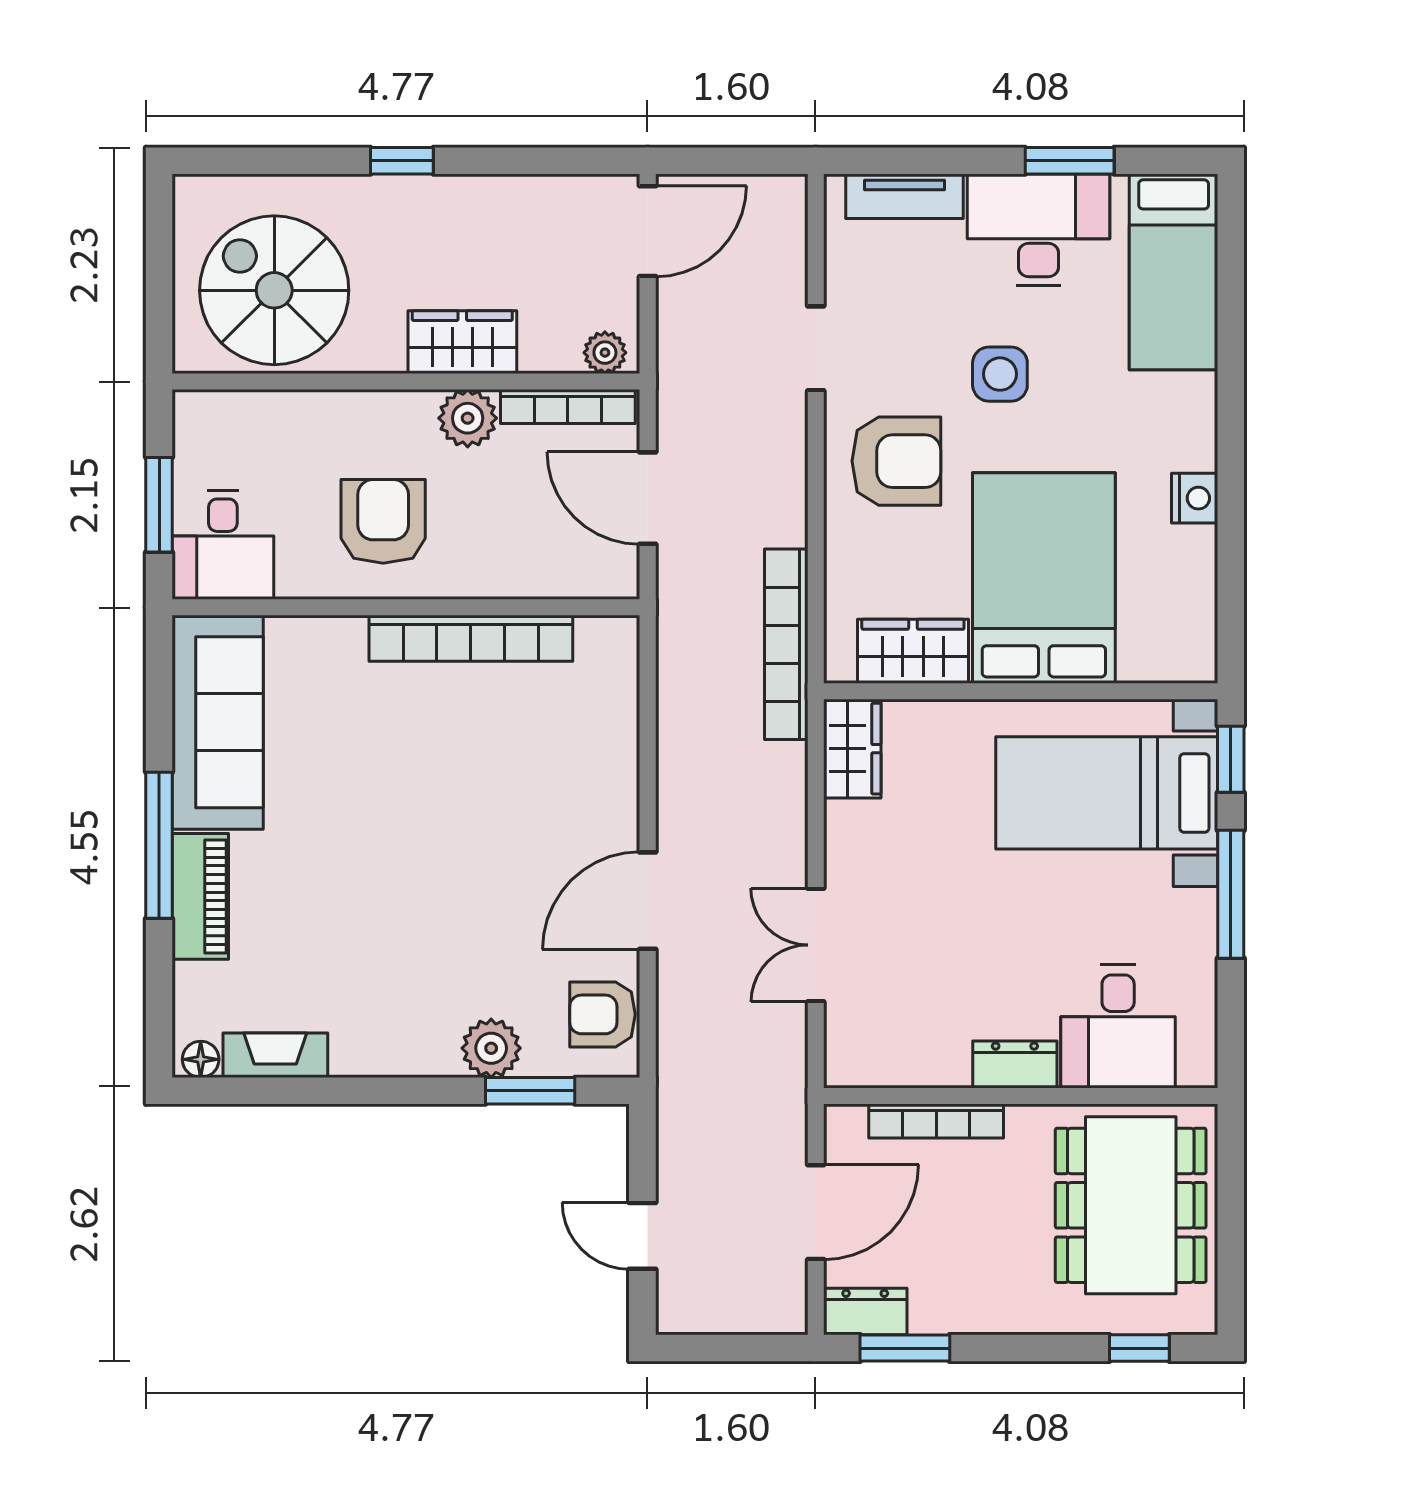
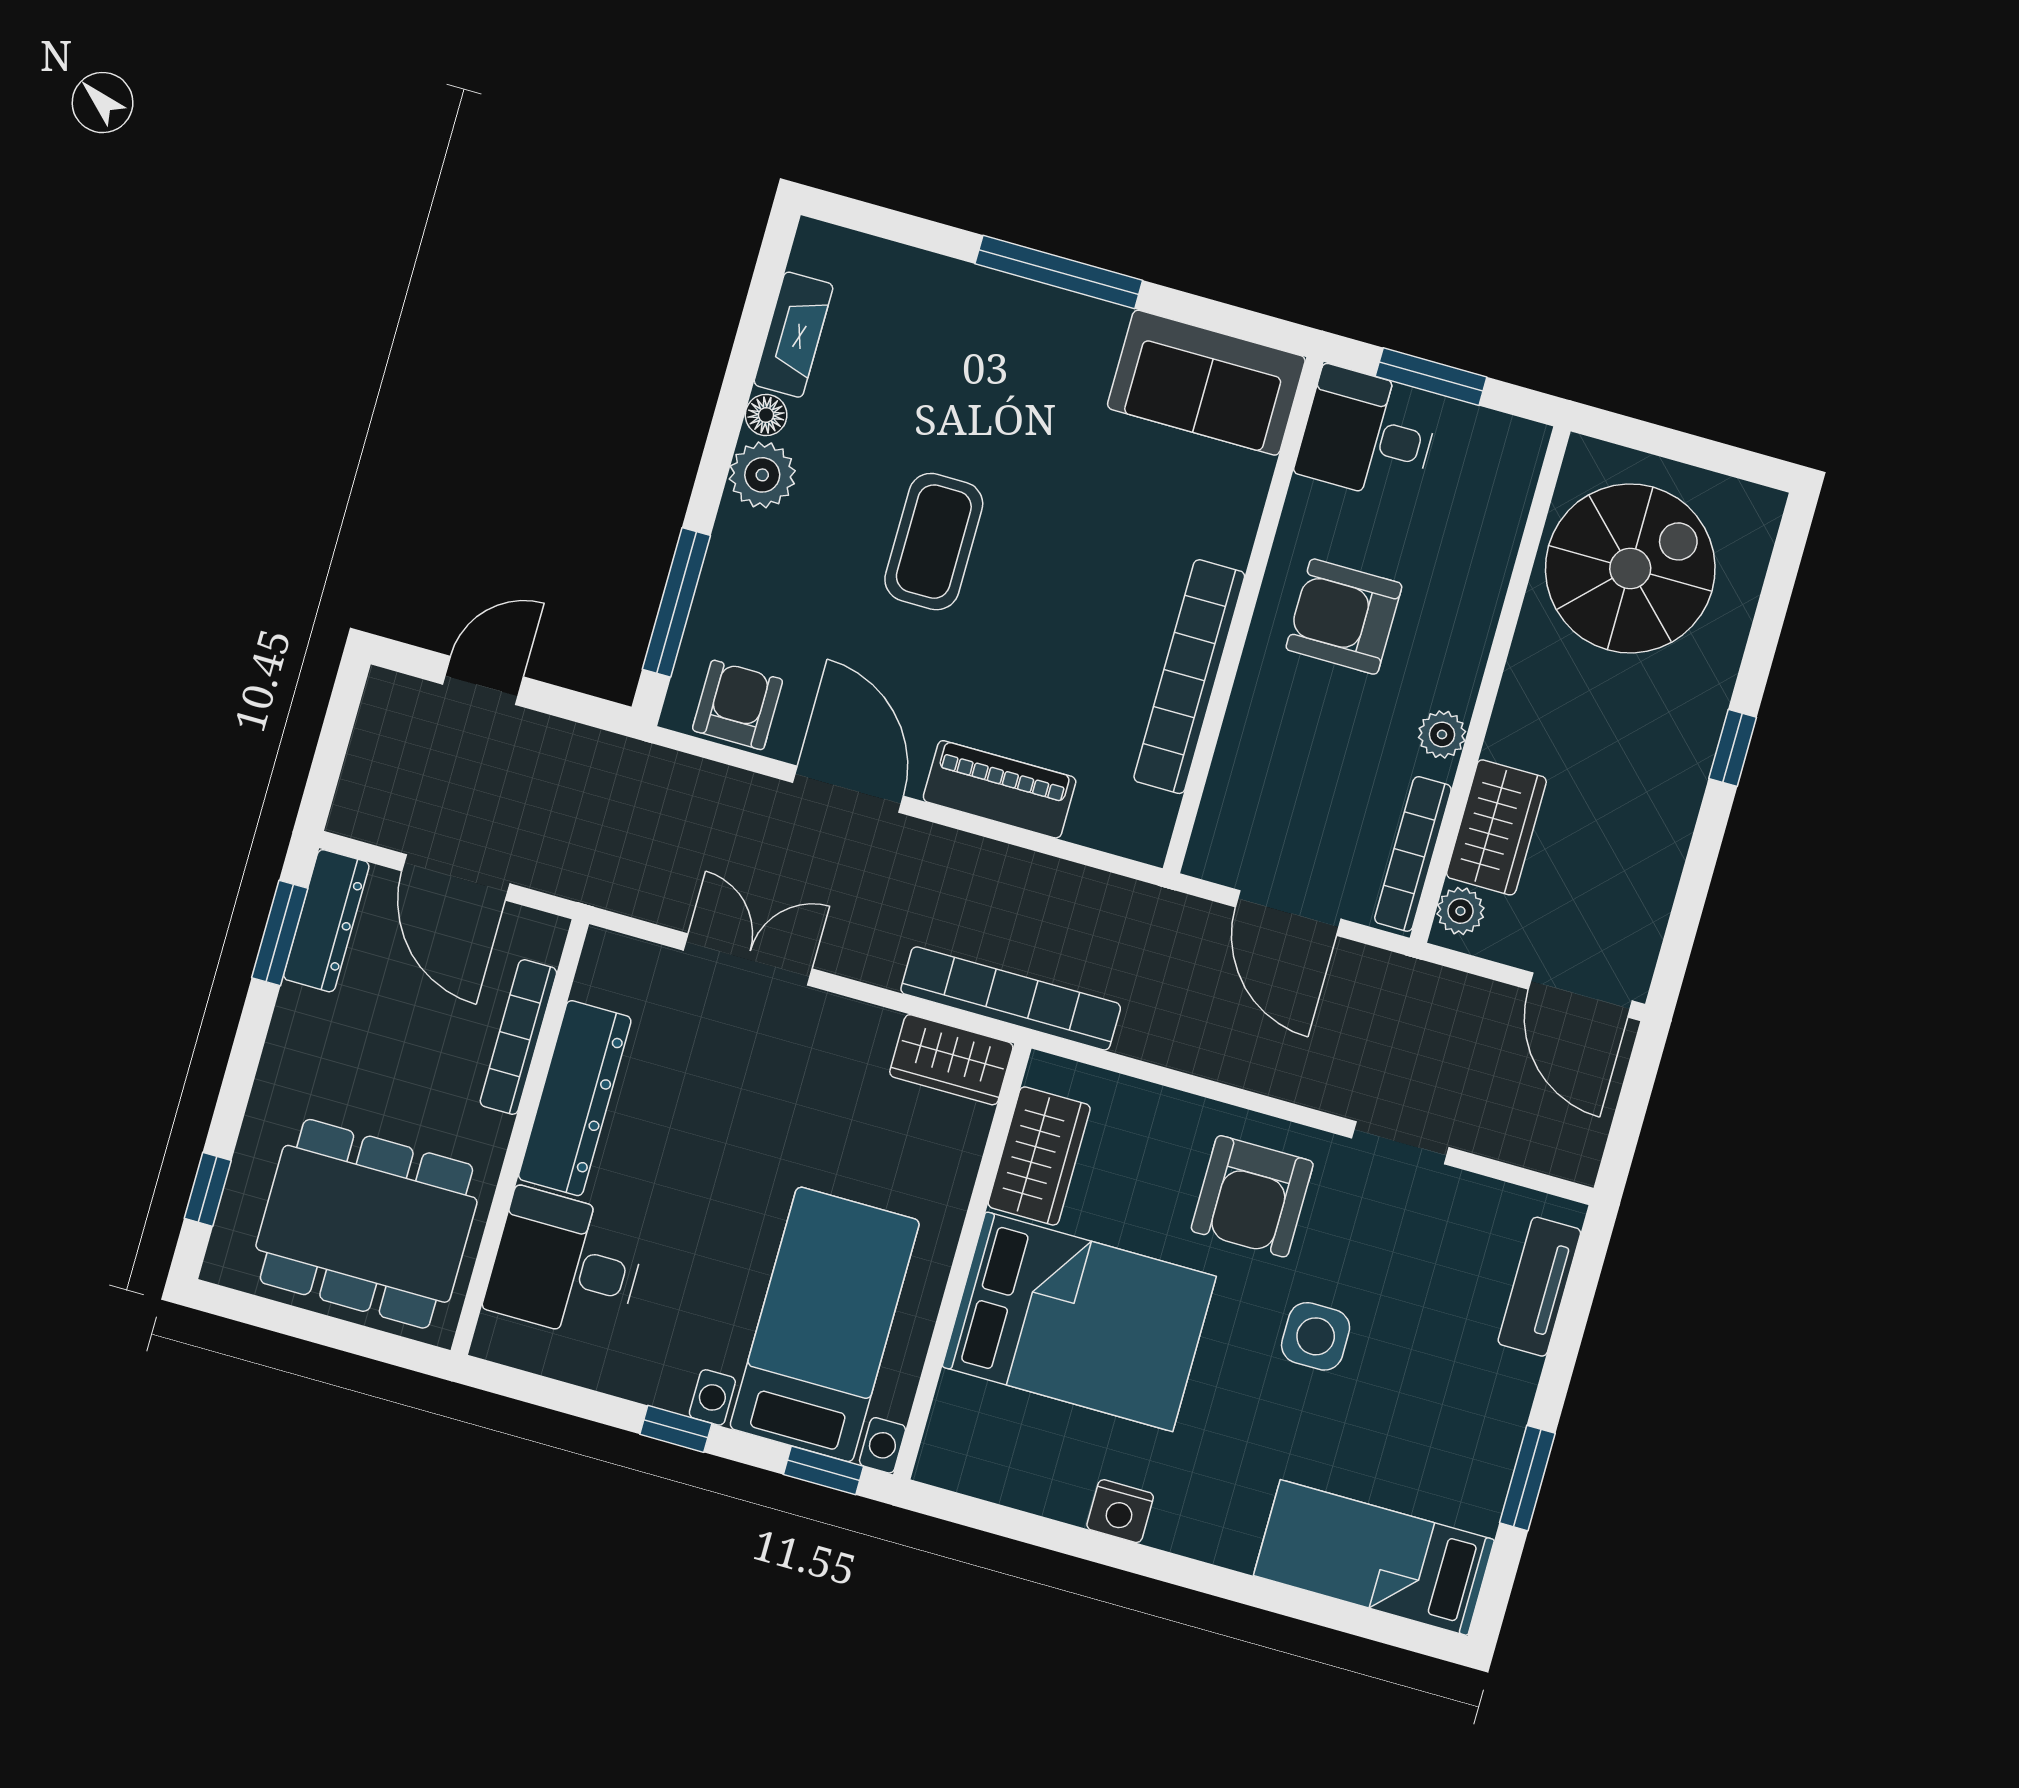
desk: (1039, 230) -> (1461, 1423), removed
wardrobe: (462, 342) -> (1496, 827), moved
plant: (468, 418) -> (1442, 734), width x0.73, depth x0.73
door: (648, 498) -> (1288, 913), swing flipped
armchair: (383, 521) -> (1344, 617), turned 180
bookcase: (786, 644) -> (1011, 998), moved
sofa: (218, 722) -> (1206, 383), width x0.73
coffee table: (417, 887) -> (934, 542), added
window: (1231, 894) -> (676, 1429), width x0.46
piano: (200, 896) -> (1000, 789), moved, turned 180
plant: (491, 1048) -> (762, 475), moved
floor lamp: (201, 1059) -> (766, 415), moved
dresser: (1015, 1064) -> (575, 1098), width x1.96, depth x1.24
window: (530, 1091) -> (676, 602), width x1.44
dresser: (865, 1312) -> (326, 921), width x1.44

